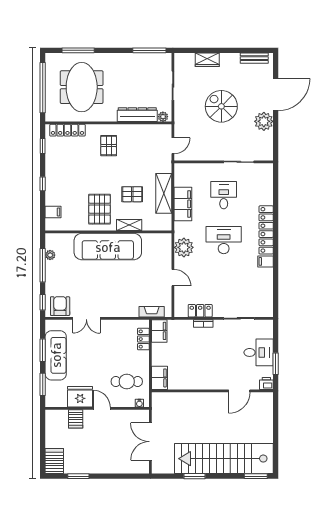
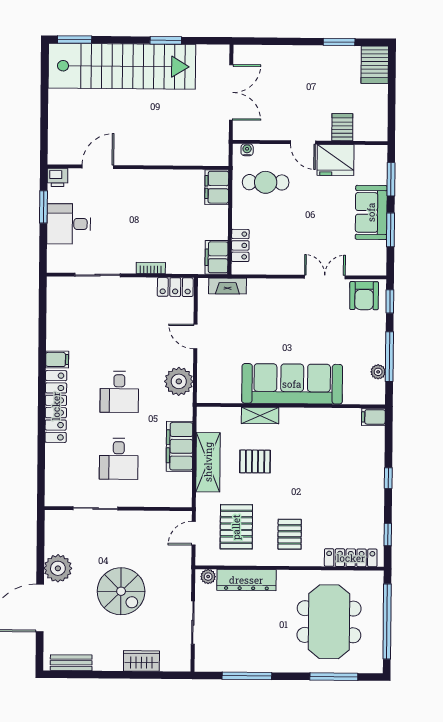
window: (149, 50) -> (247, 676), moved
pallet: (99, 209) -> (236, 527), moved
filing cabinet: (53, 212) -> (373, 417), moved
desk: (224, 240) -> (119, 392), width x0.73
locker: (200, 311) -> (175, 287), moved
sofa: (56, 355) -> (371, 212), width x0.73

